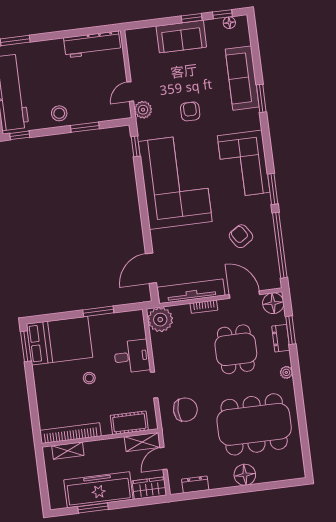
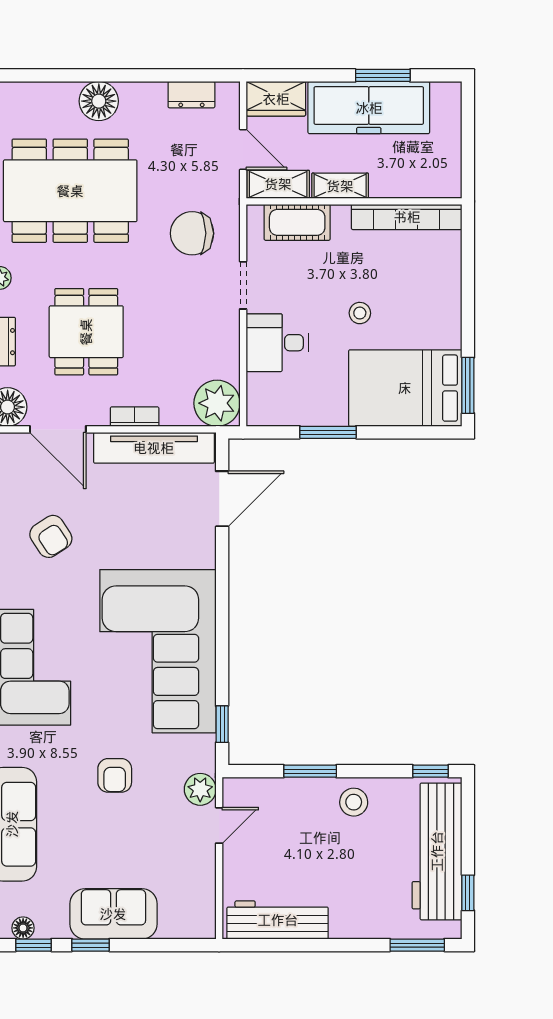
shelving: (68, 451) -> (340, 186), moved
door: (164, 458) -> (243, 150), hinge flipped

